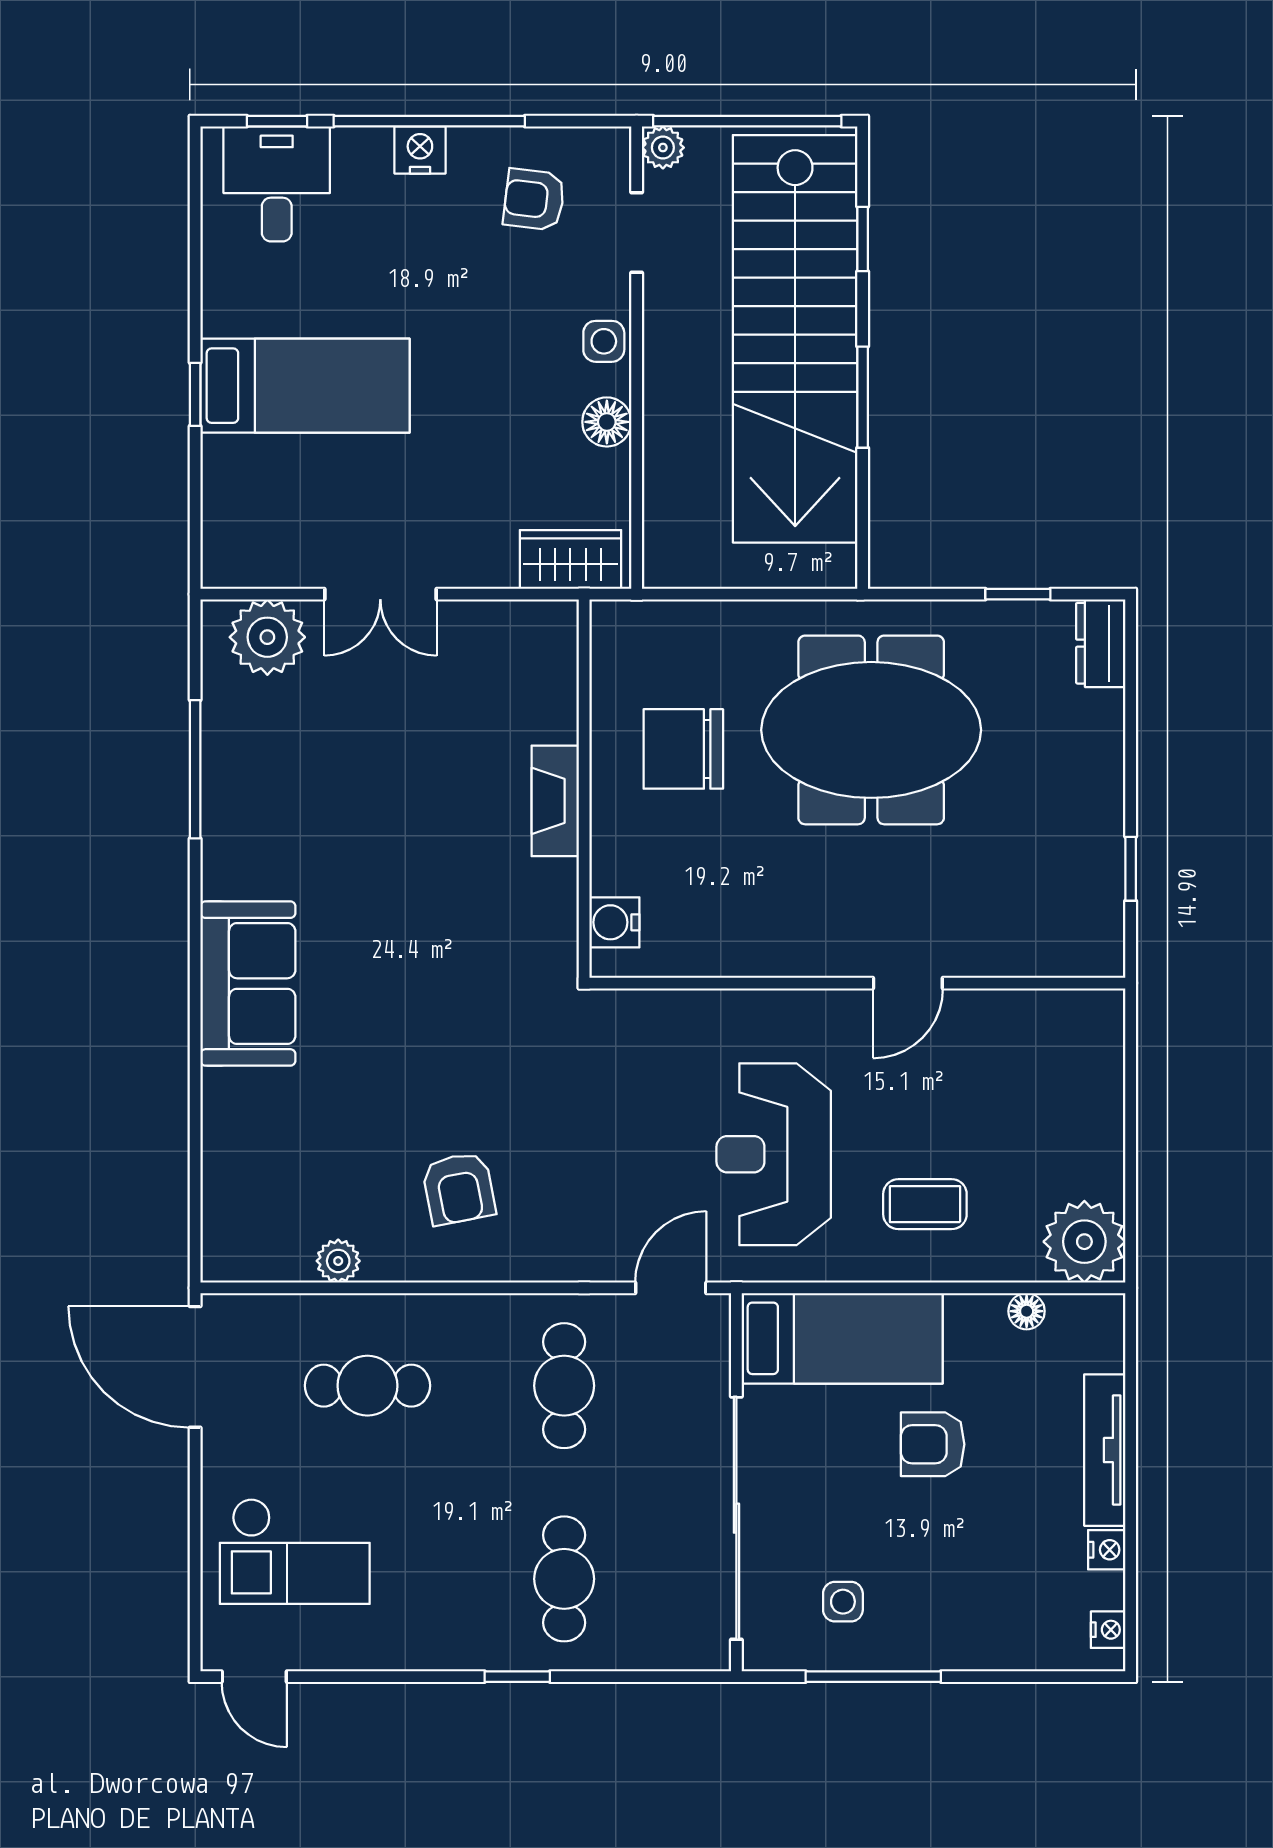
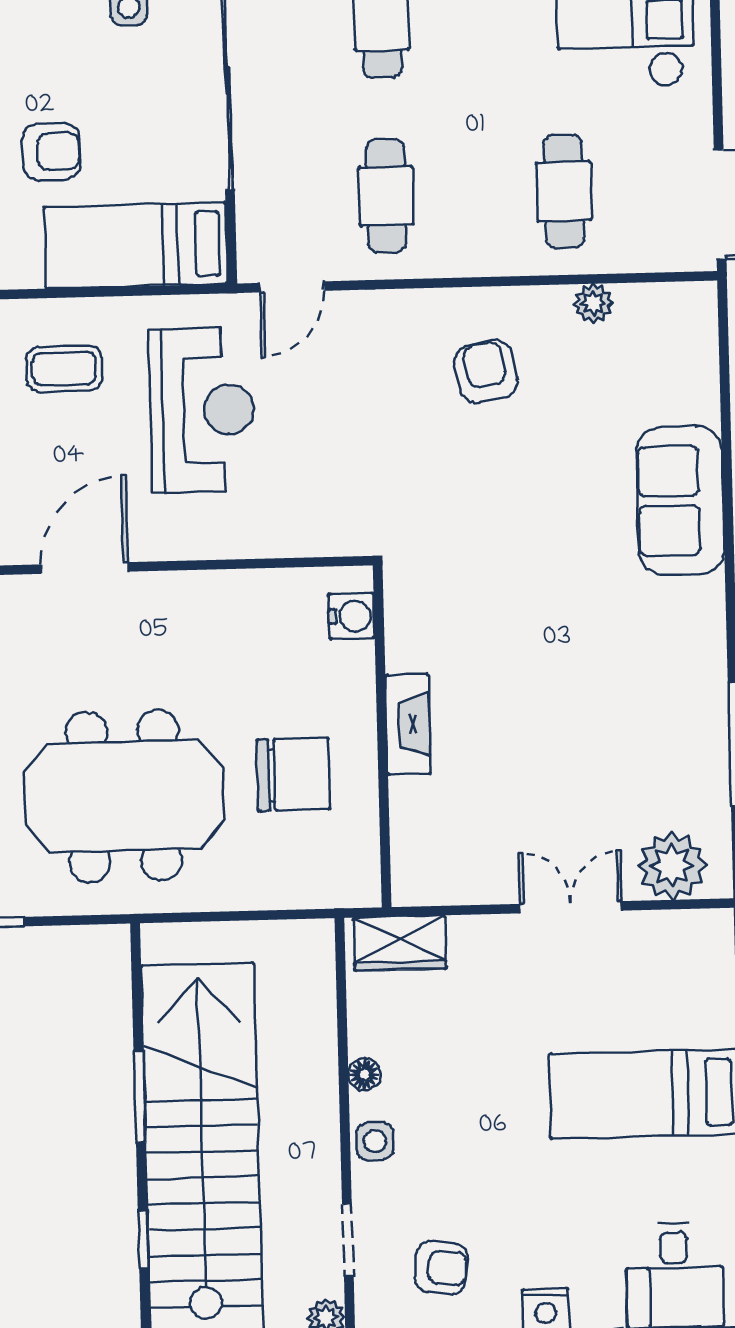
floor lamp: (607, 422) -> (364, 1074), width x0.73, depth x0.73
door: (908, 983) -> (85, 568), width x1.38
sofa: (248, 984) -> (680, 501), moved
cafe table: (367, 1386) -> (564, 191), turned 90

